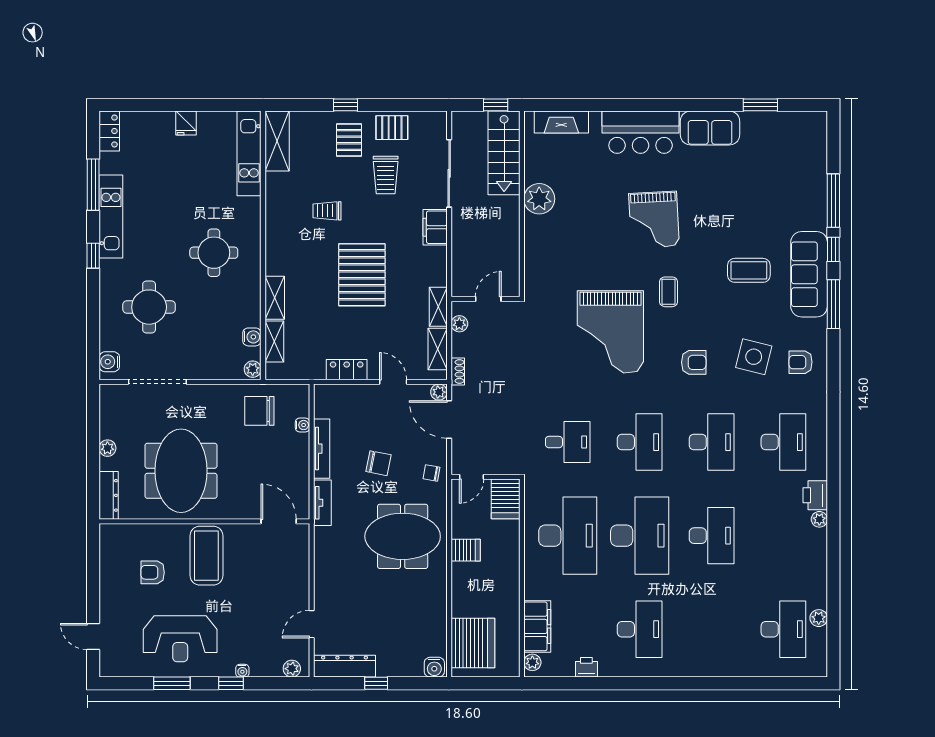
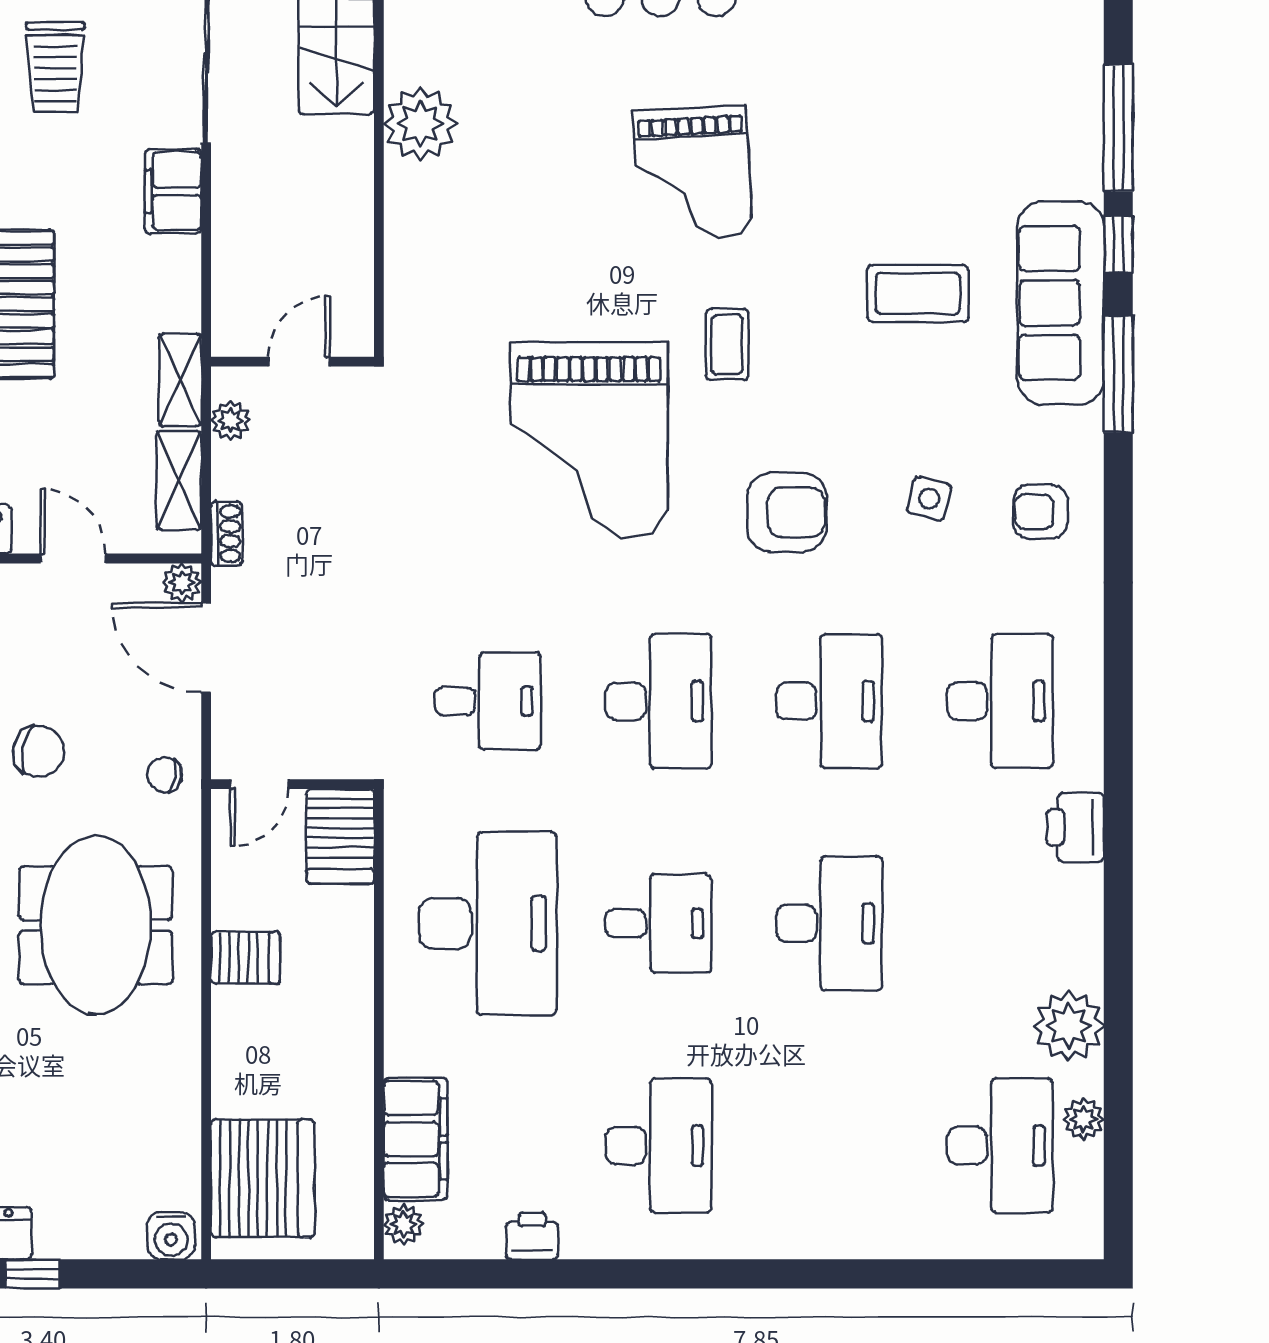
side table: (754, 357) -> (929, 499), width x0.54, depth x0.54
armchair: (694, 362) -> (787, 512), width x1.38, depth x1.38
plant: (819, 519) -> (1069, 1026), moved, width x1.88, depth x1.88
meeting table: (403, 536) -> (96, 925), turned 90
desk: (640, 536) -> (658, 923), width x0.53, depth x0.77

